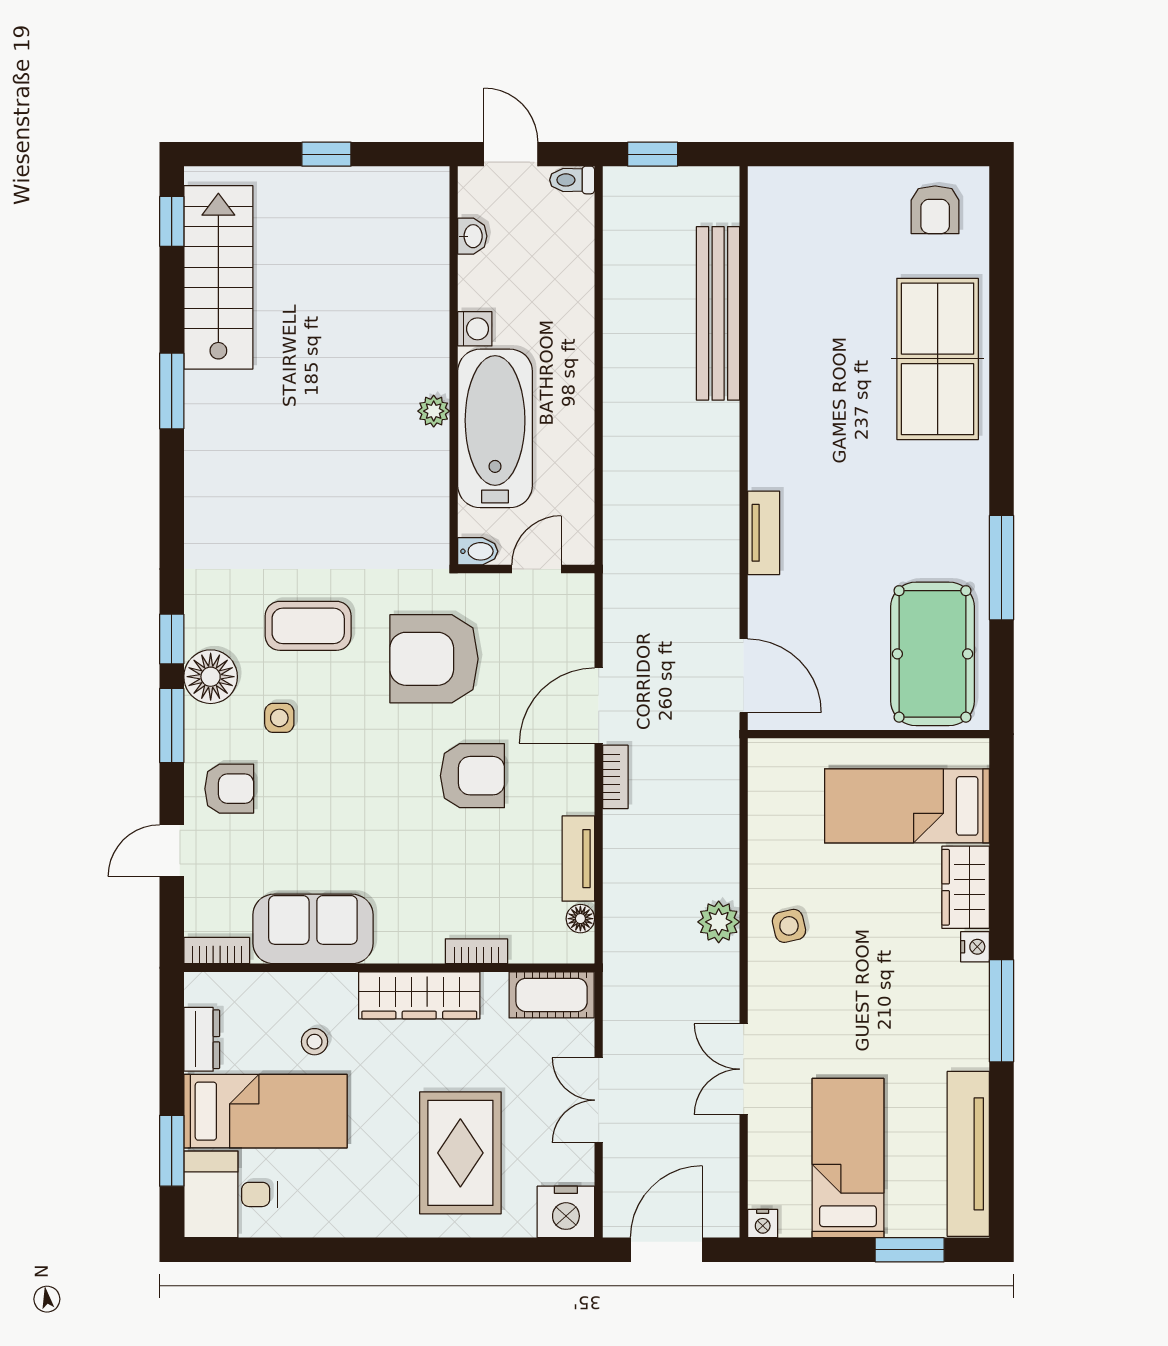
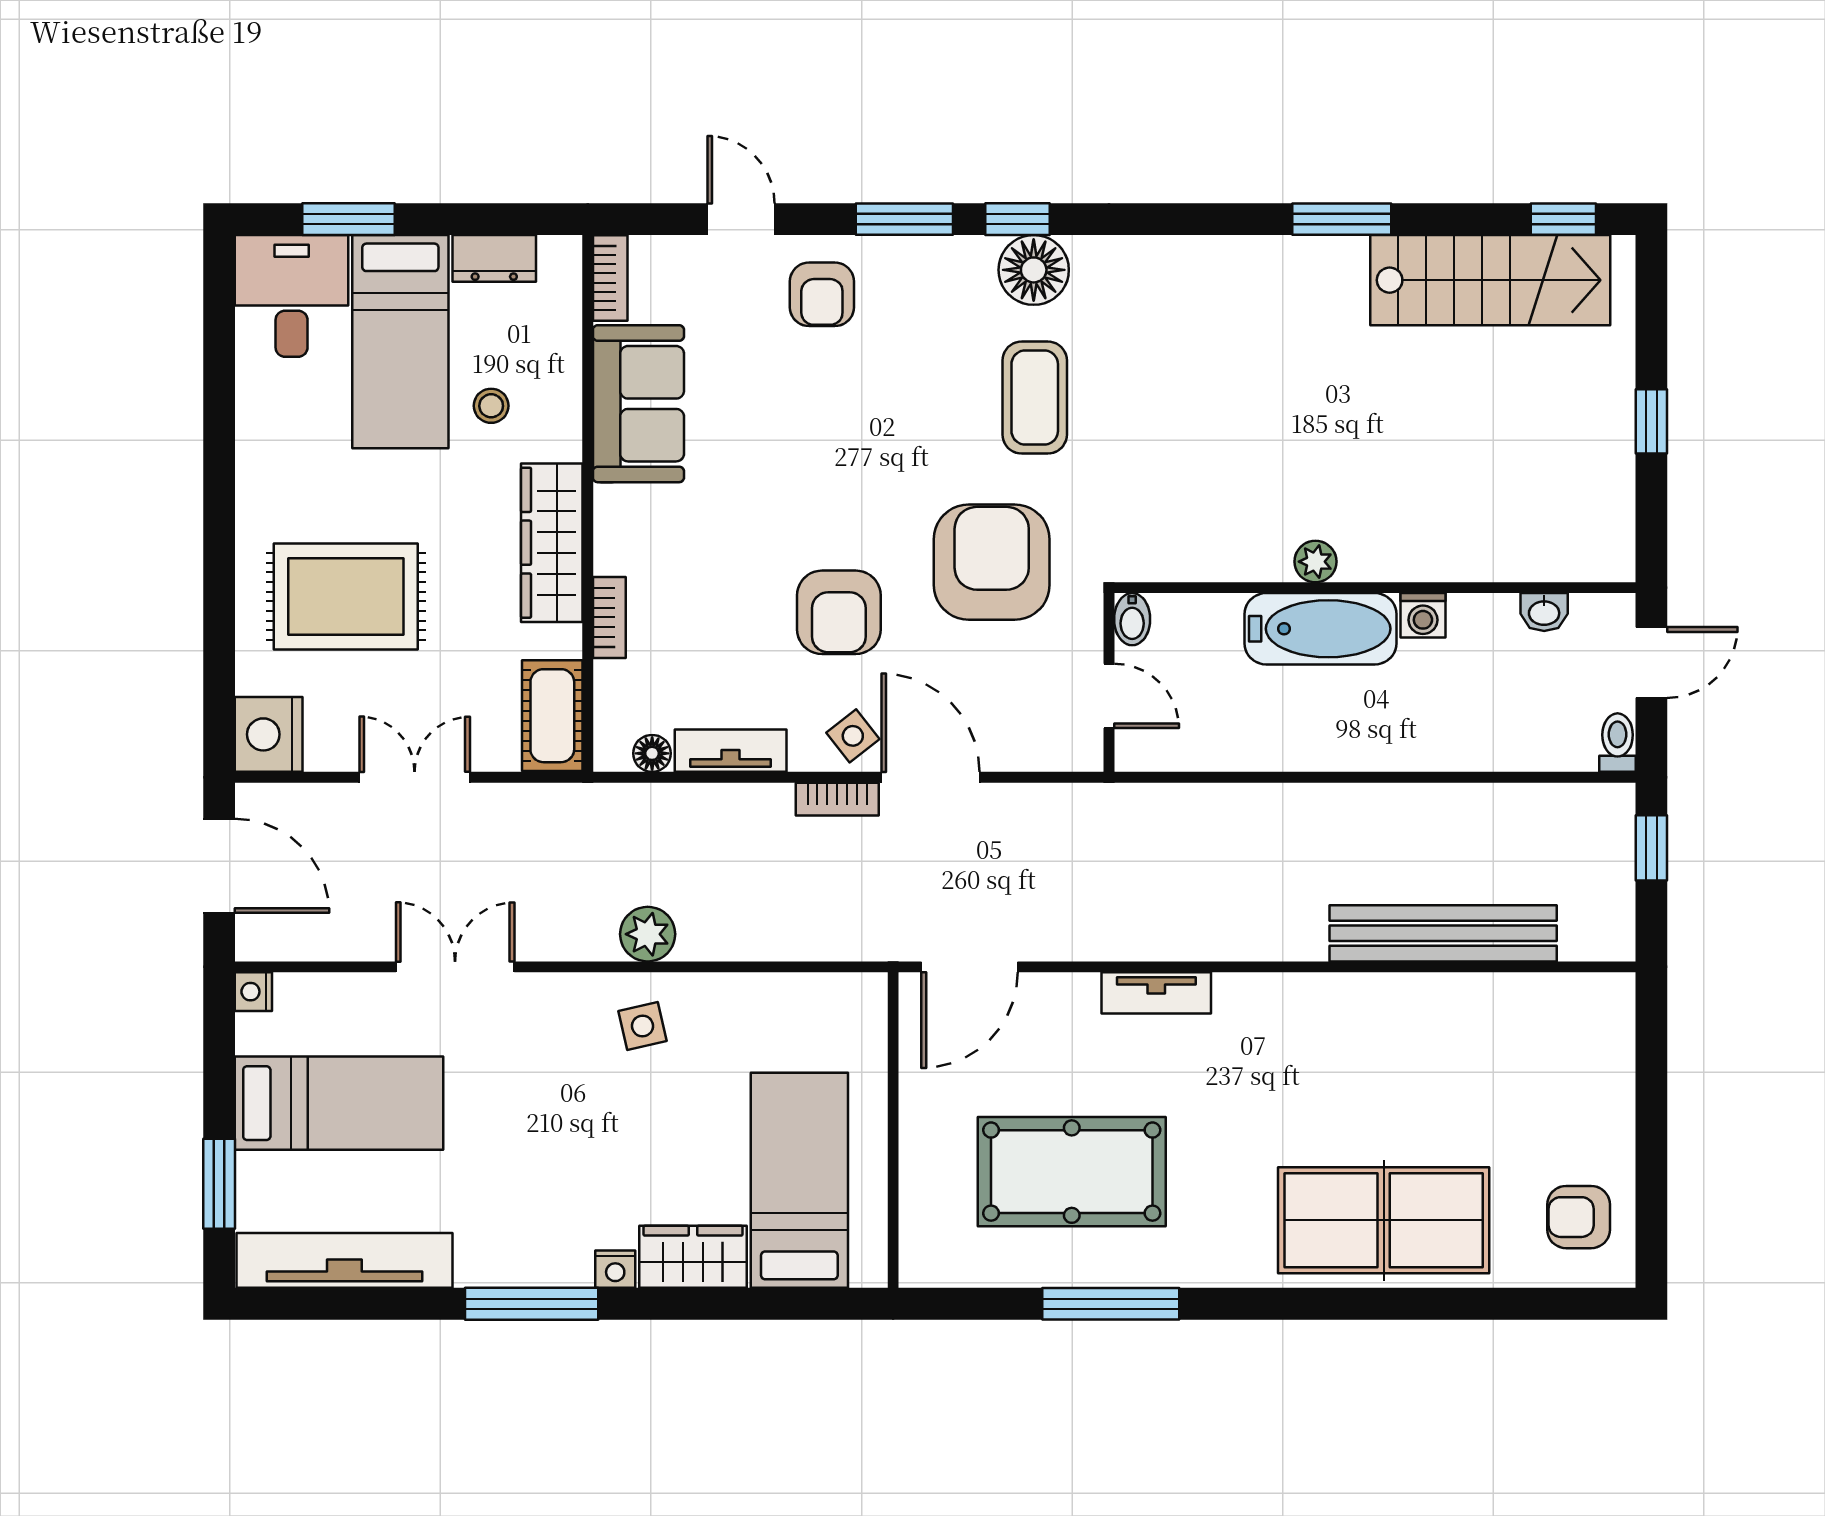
bathtub: (495, 428) -> (1320, 629), width x0.73, depth x0.73
pool table: (932, 654) -> (1072, 1172), moved
floor lamp: (211, 677) -> (1034, 270), moved
side table: (279, 718) -> (853, 736), moved, turned -38

